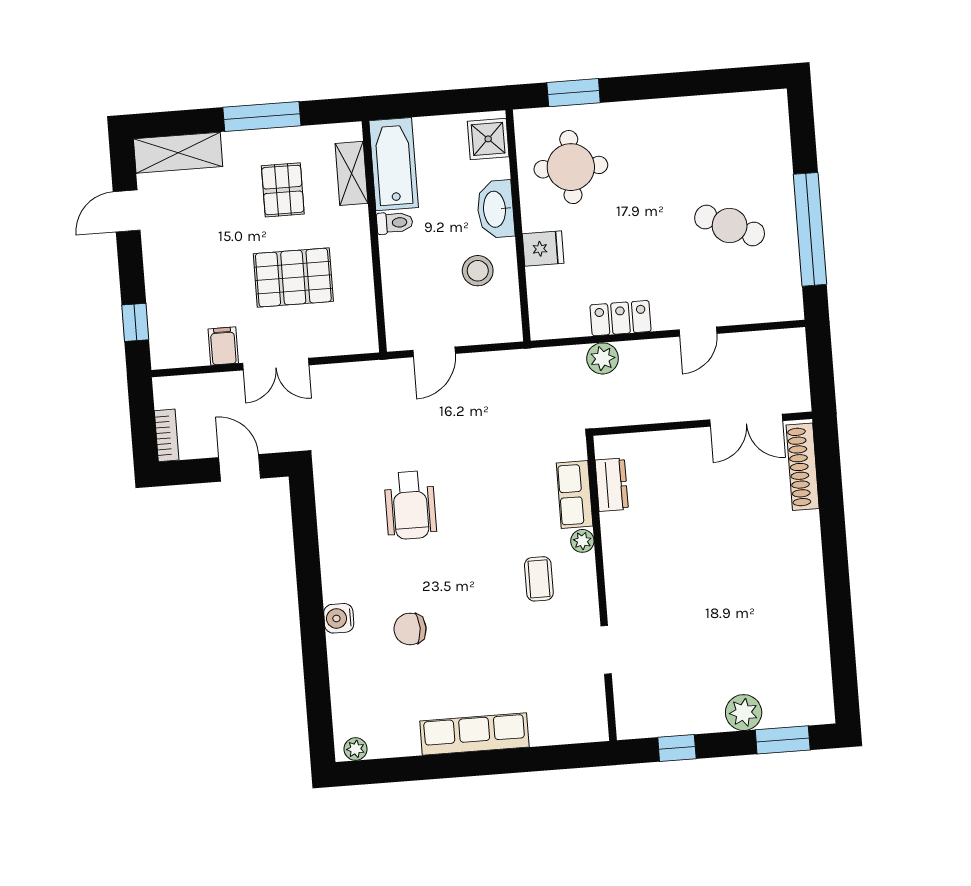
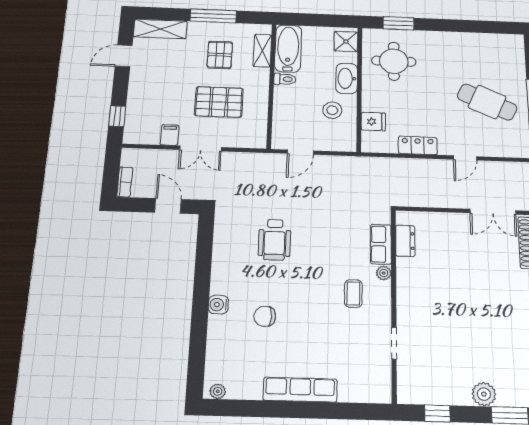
cafe table: (730, 225) -> (487, 102), width x1.37, depth x1.35
fridge: (543, 249) -> (373, 122), moved
plant: (603, 358) -> (405, 167), removed

